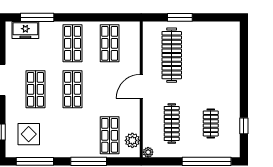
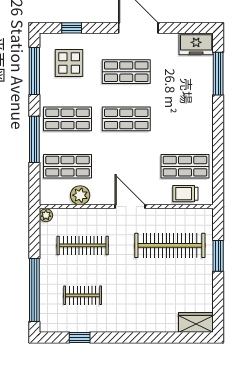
freezer: (25, 30) -> (196, 44), moved, turned -90
wardrobe: (232, 35) -> (196, 322), added
shop shelf: (73, 43) -> (68, 119), moved
trolley: (131, 43) -> (185, 194), added
plant: (132, 140) -> (80, 195), moved

